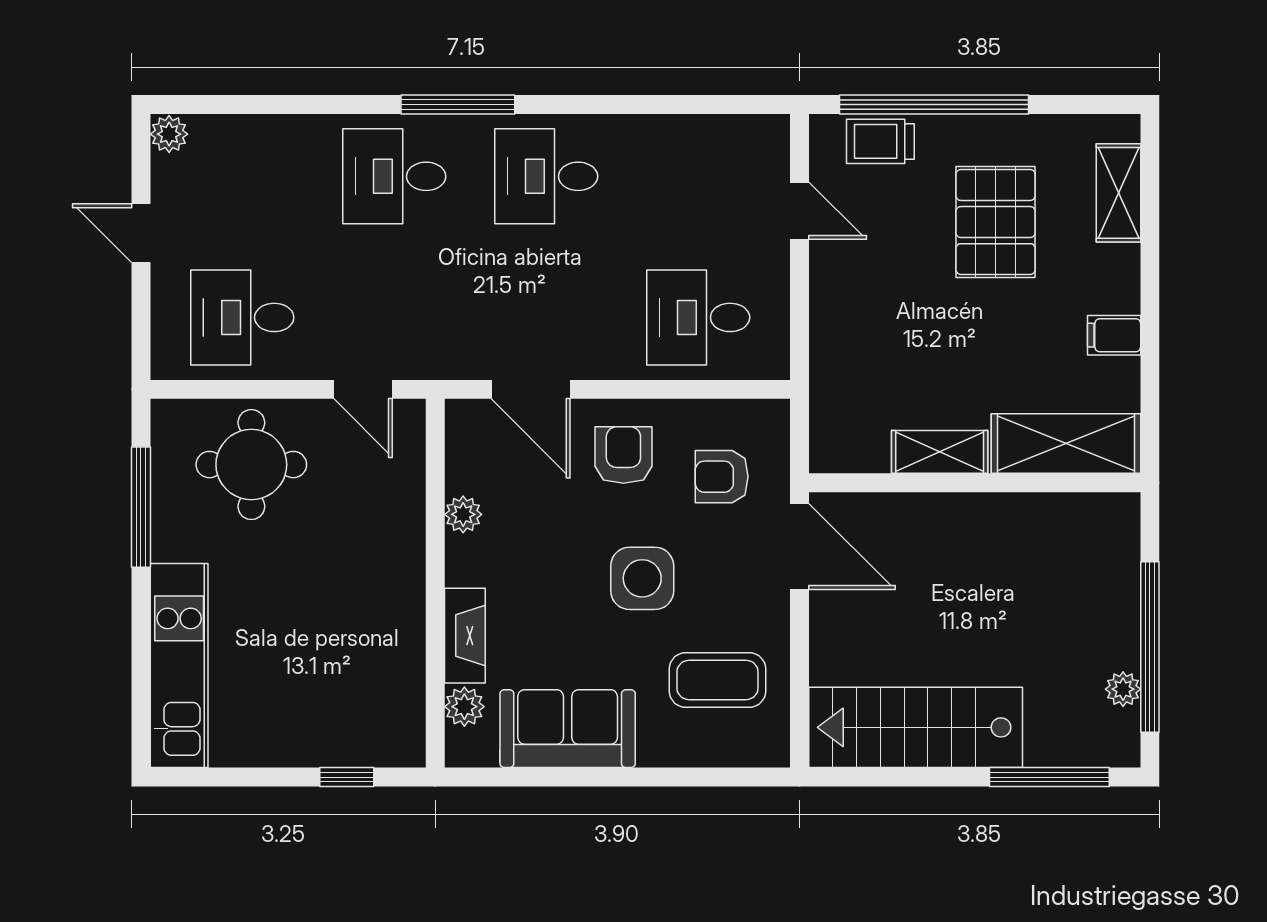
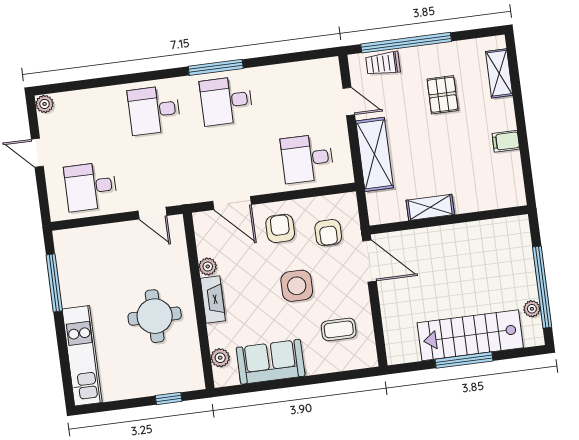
window: (458, 104) -> (216, 67), moved
pallet: (996, 222) -> (443, 95), width x0.67, depth x0.71
shelving: (1066, 444) -> (375, 154), moved, turned 90
round table: (251, 465) -> (155, 316), moved
armchair: (722, 477) -> (328, 233), turned -90
fireplace: (465, 636) -> (213, 300), moved
coffee table: (717, 680) -> (339, 329), width x0.73, depth x0.77
stairs: (916, 727) -> (470, 335), moved
window: (1049, 777) -> (464, 360), moved

